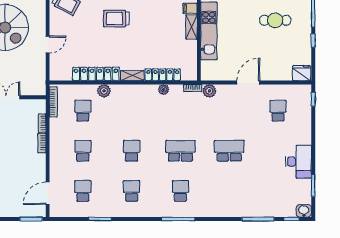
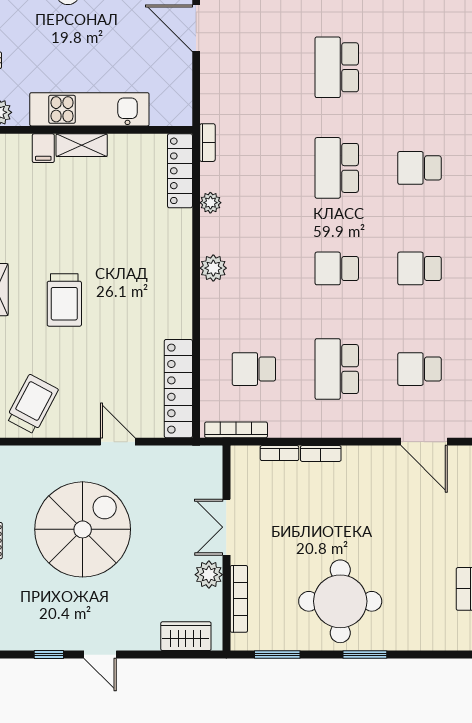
locker: (96, 74) -> (178, 389), moved
locker: (163, 75) -> (180, 171), moved
shelving: (132, 76) -> (182, 267), removed
plant: (104, 91) -> (213, 268), moved
plant: (209, 91) -> (213, 108), removed
school desk: (83, 151) -> (337, 369), width x1.85

